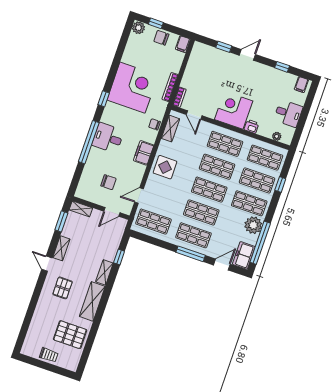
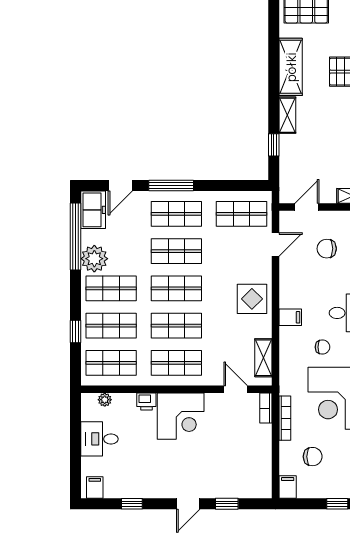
chair: (161, 38) -> (313, 457), moved
chair: (154, 124) -> (322, 347), moved
filing cabinet: (144, 153) -> (290, 317), width x0.50

